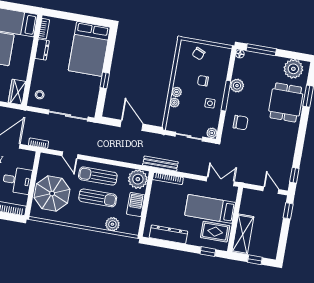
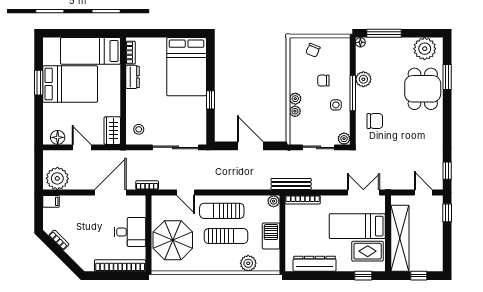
plant: (138, 179) -> (274, 201), width x0.53, depth x0.53
shelving: (243, 234) -> (400, 238), width x1.47

